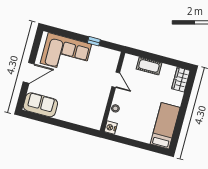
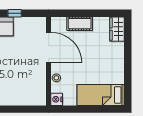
door: (116, 80) -> (49, 48), width x1.87
bed: (165, 126) -> (101, 95), moved, turned -90

